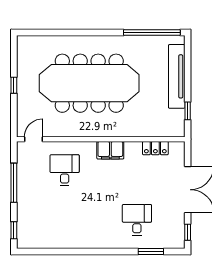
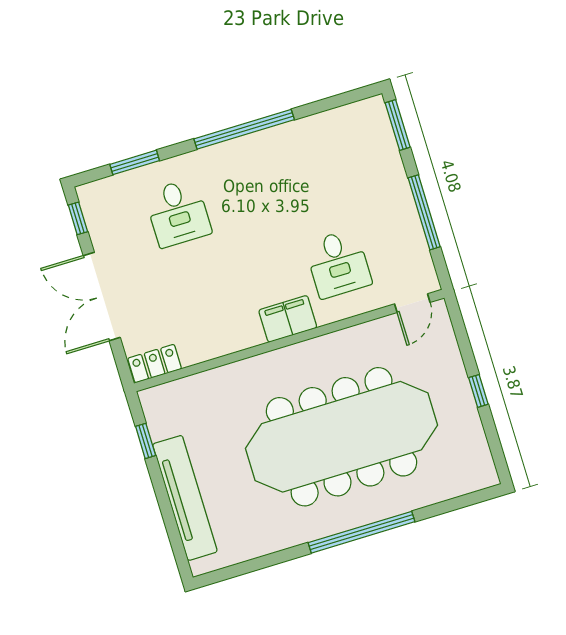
window: (152, 33) -> (361, 532), moved
locker: (155, 148) -> (155, 364), moved
filing cabinet: (110, 150) -> (288, 319), moved
window: (14, 230) -> (398, 125), width x1.50
window: (91, 252) -> (244, 129), added

